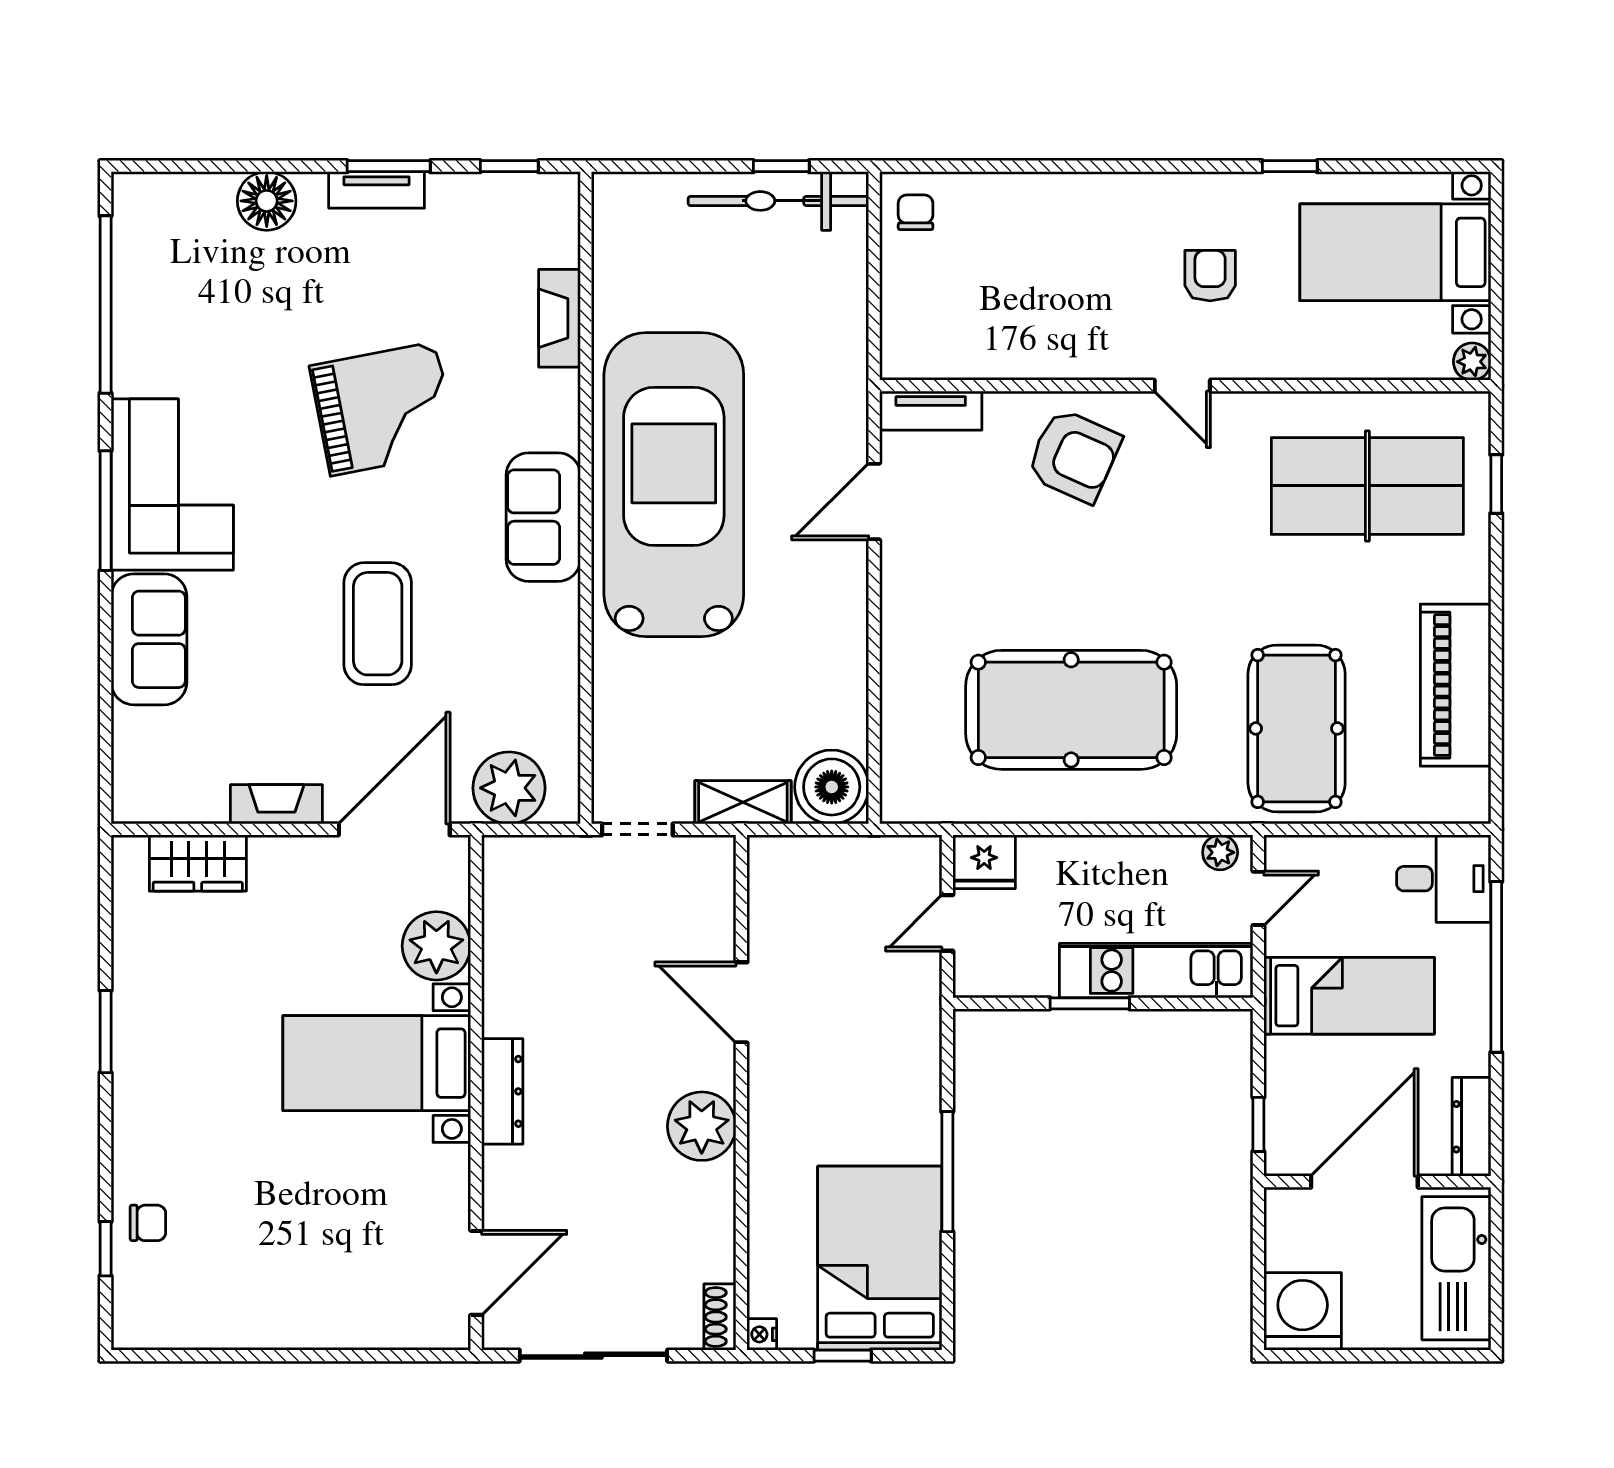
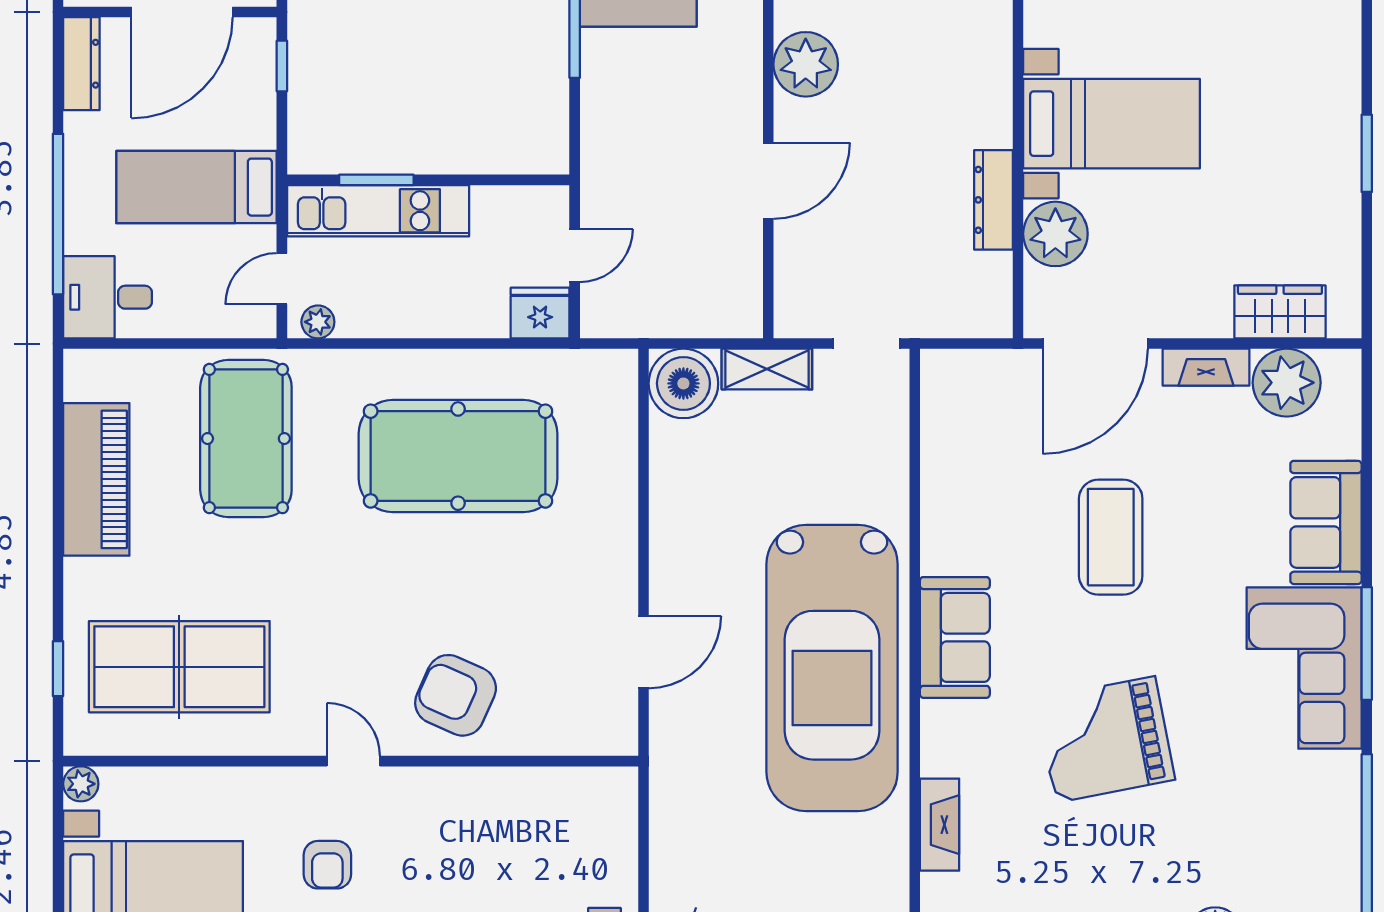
tv unit: (931, 411) -> (590, 738), removed
plant: (509, 788) -> (1287, 383), moved
door: (741, 1002) -> (768, 181), hinge flipped
window: (1090, 1003) -> (376, 180), moved
dresser: (502, 1091) -> (993, 200), moved

